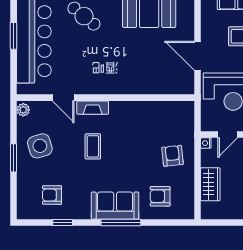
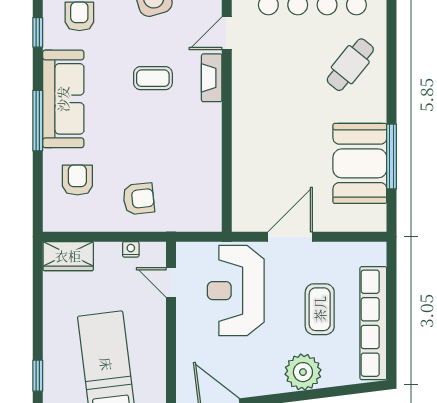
nightstand: (206, 143) -> (131, 249), moved
wardrobe: (210, 184) -> (68, 256), moved
sofa: (115, 206) -> (63, 99), width x1.36

